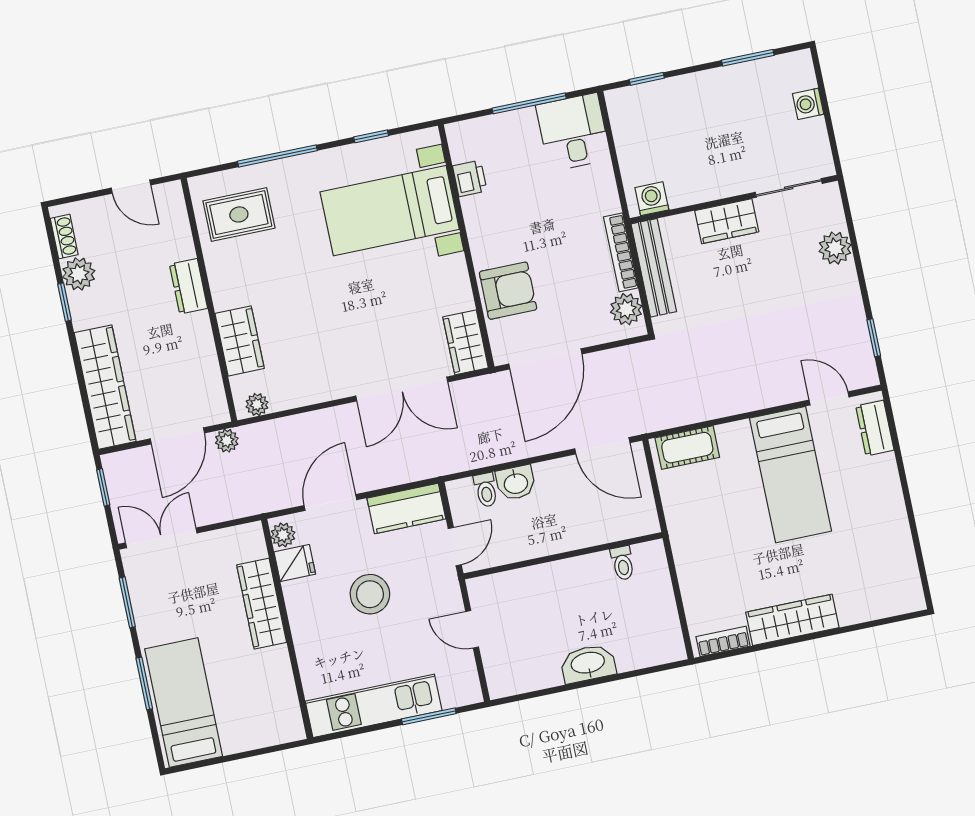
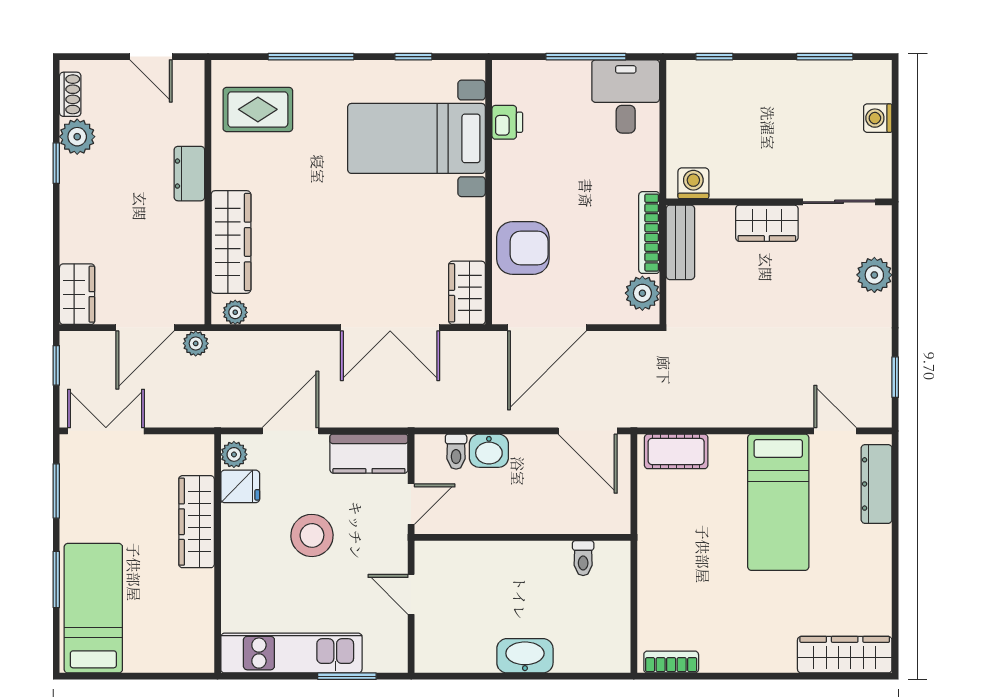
bench: (654, 268) -> (680, 242), width x0.73
wardrobe: (240, 341) -> (231, 242), width x1.50
wardrobe: (105, 387) -> (77, 294), width x0.48, depth x0.85
dresser: (875, 428) -> (877, 484), width x1.44
wardrobe: (792, 620) -> (845, 655), moved

